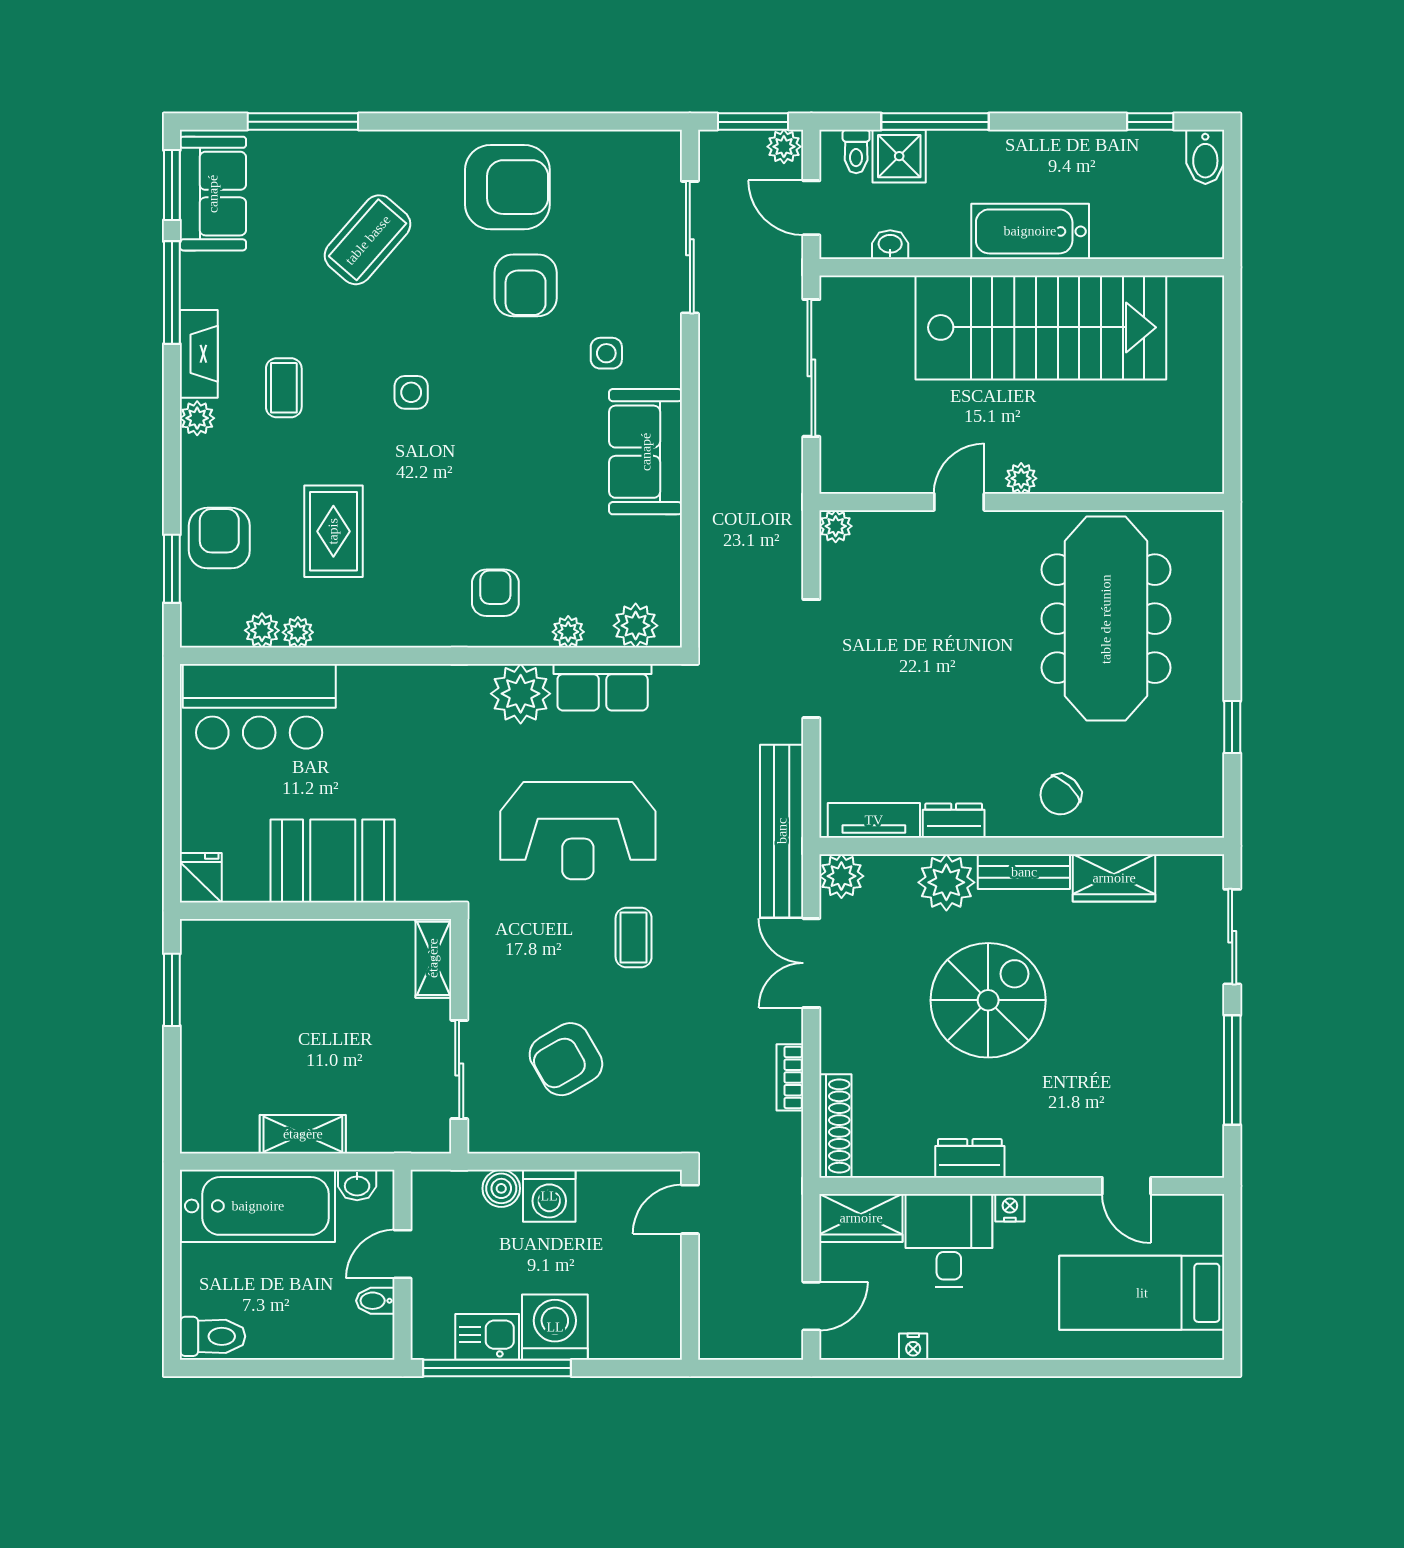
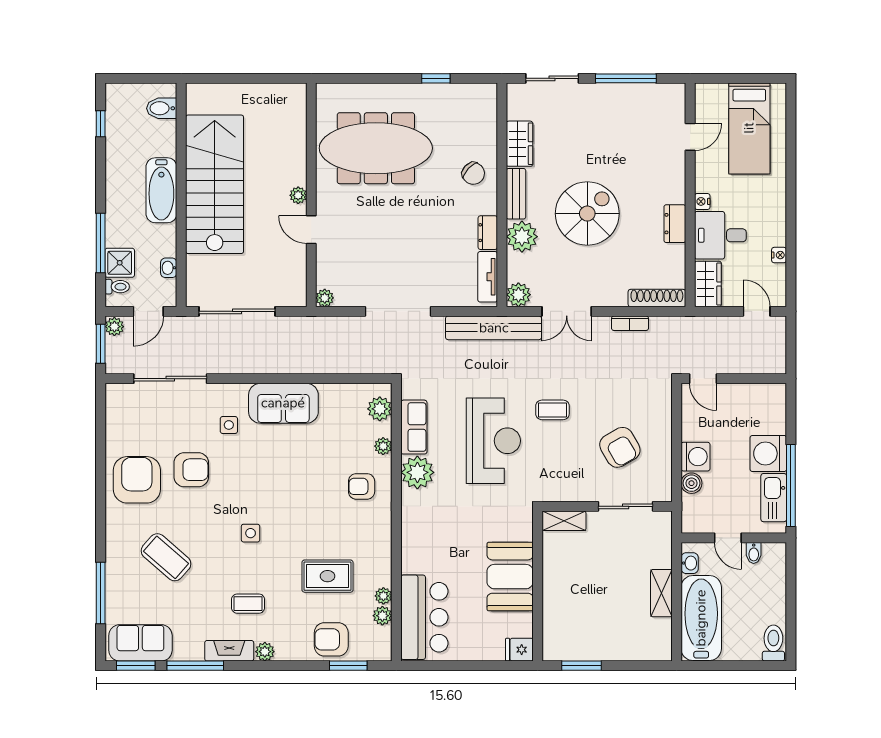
bidet: (1205, 157) -> (162, 108), moved, turned 180
spiral stairs: (988, 1000) -> (587, 214), turned 90
kitchen sink: (487, 1337) -> (774, 498), width x1.38

